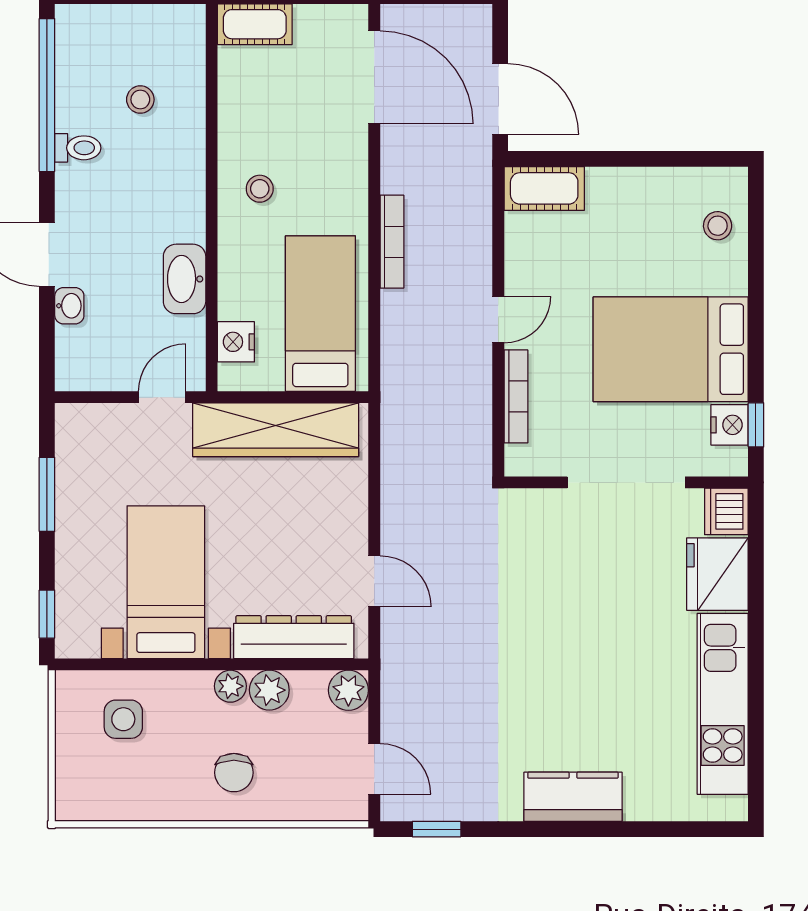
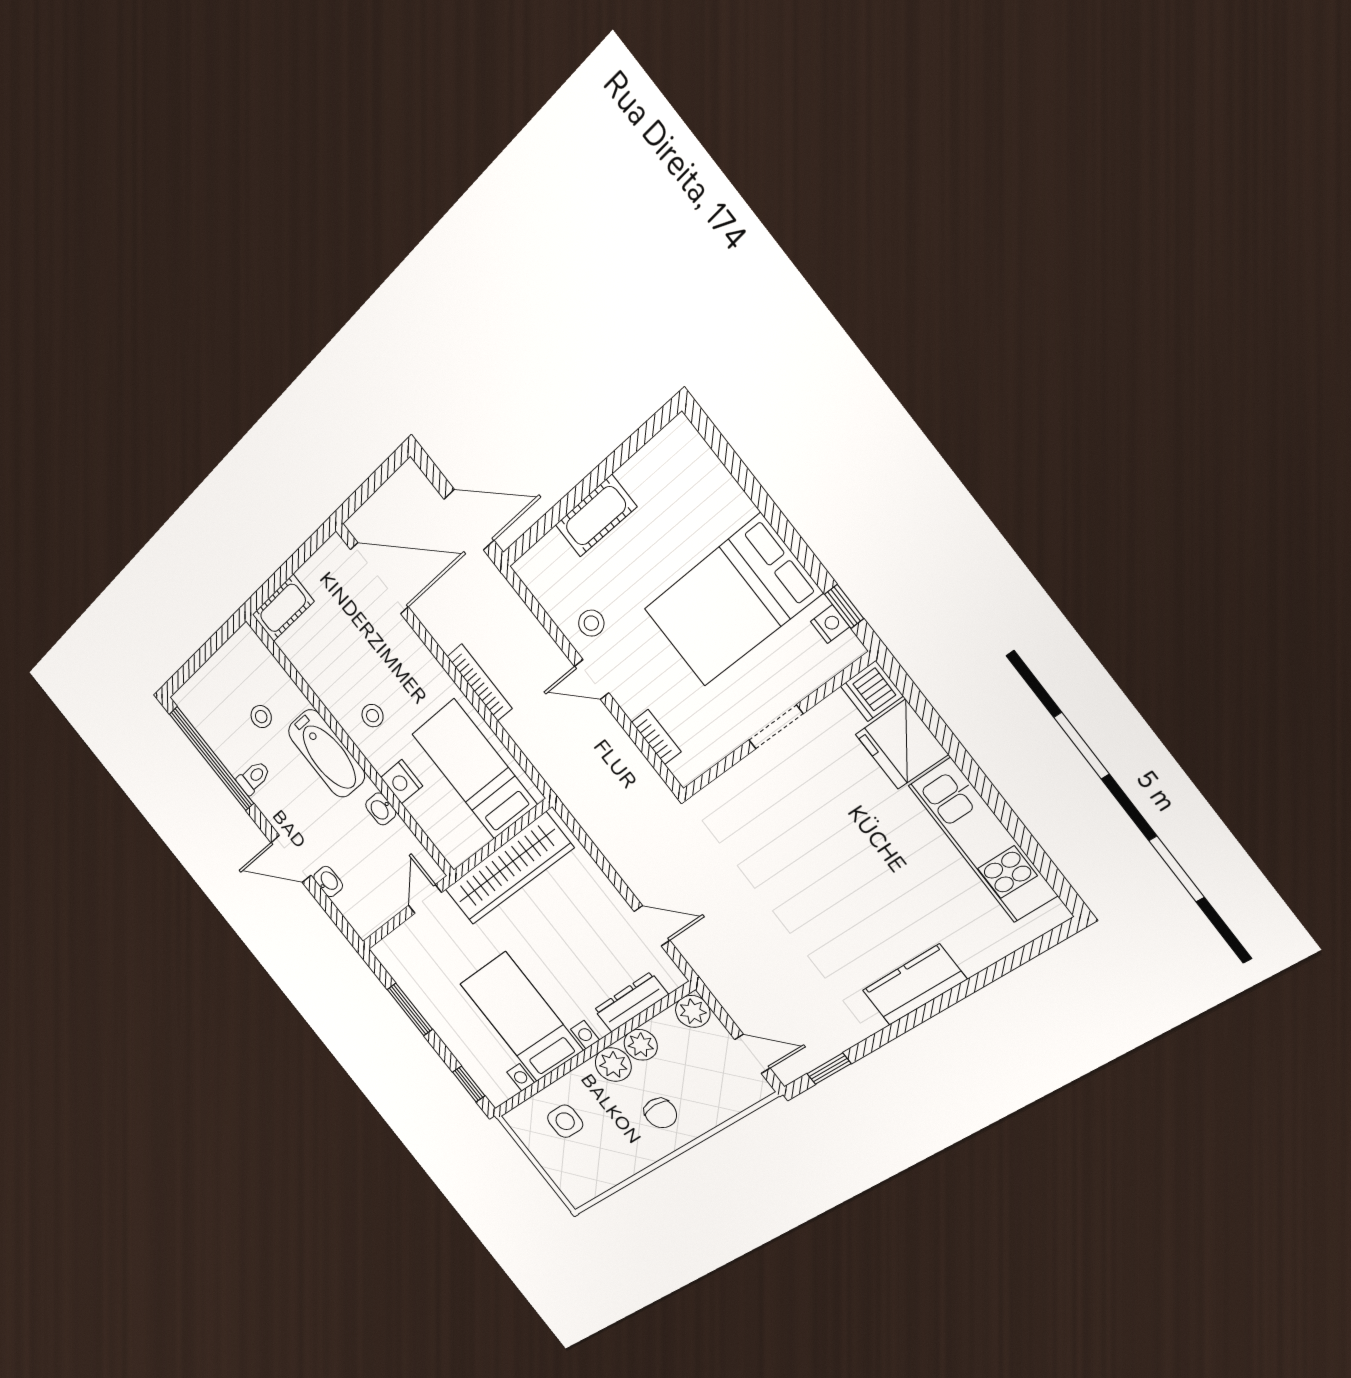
bathtub: (180, 186) -> (326, 754), added
cot: (544, 188) -> (596, 516), moved
stool: (718, 226) -> (591, 623), moved
washbasin: (185, 279) -> (381, 809), width x0.52, depth x0.69
door: (498, 320) -> (592, 680), swing flipped
nightstand: (236, 342) -> (402, 782), moved
bookcase: (516, 396) -> (656, 737), width x0.64
nightstand: (730, 425) -> (830, 624), width x0.72, depth x0.74
doorway: (626, 482) -> (776, 727), width x0.53
dresser: (294, 637) -> (631, 1002), width x0.73, depth x0.80
plant: (230, 686) -> (613, 1065), width x1.38, depth x1.38

